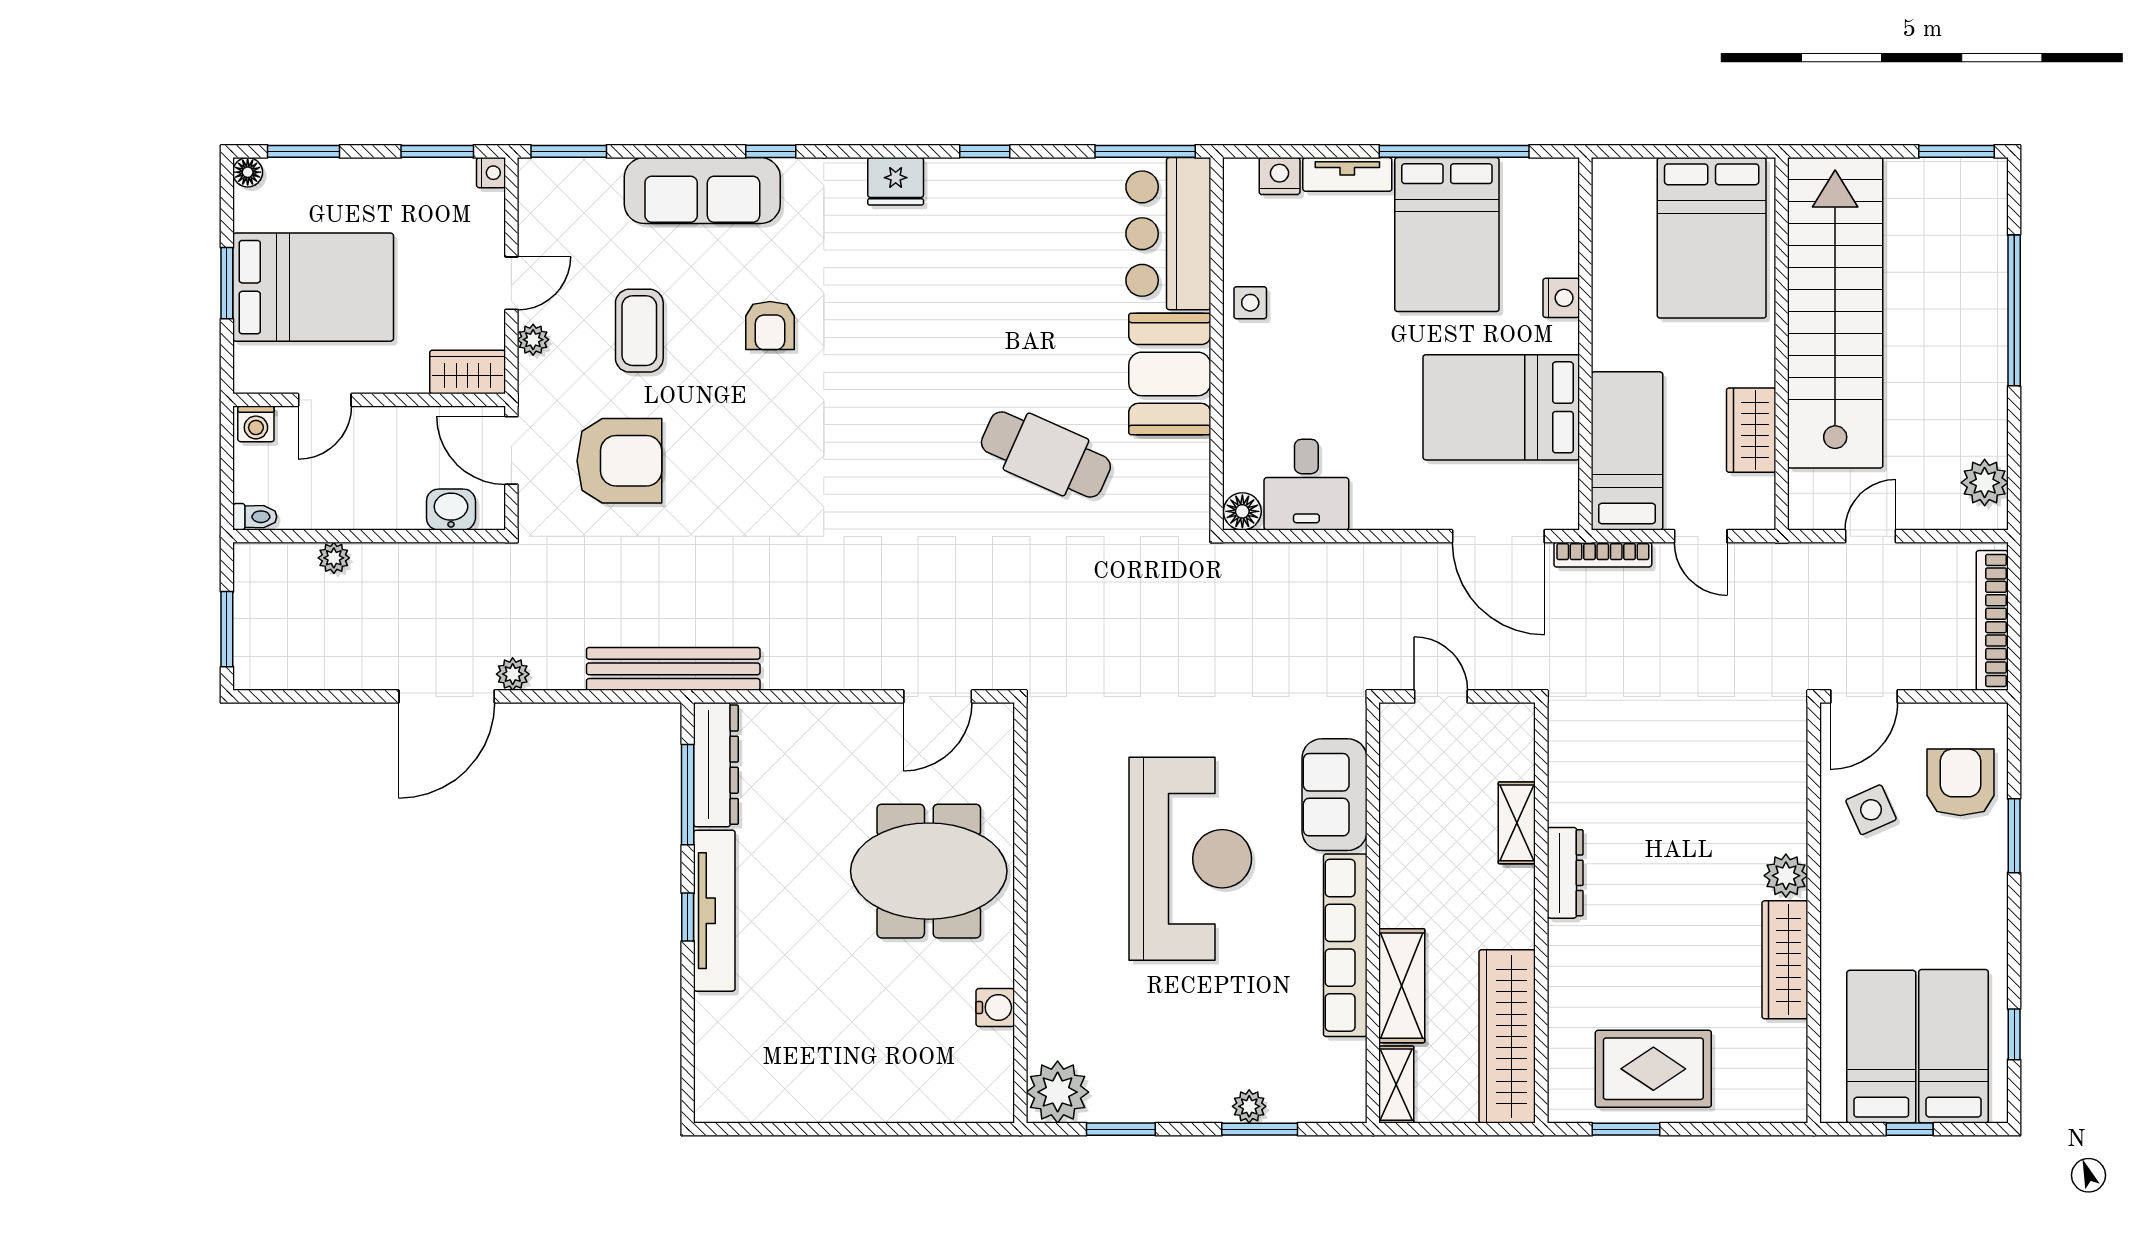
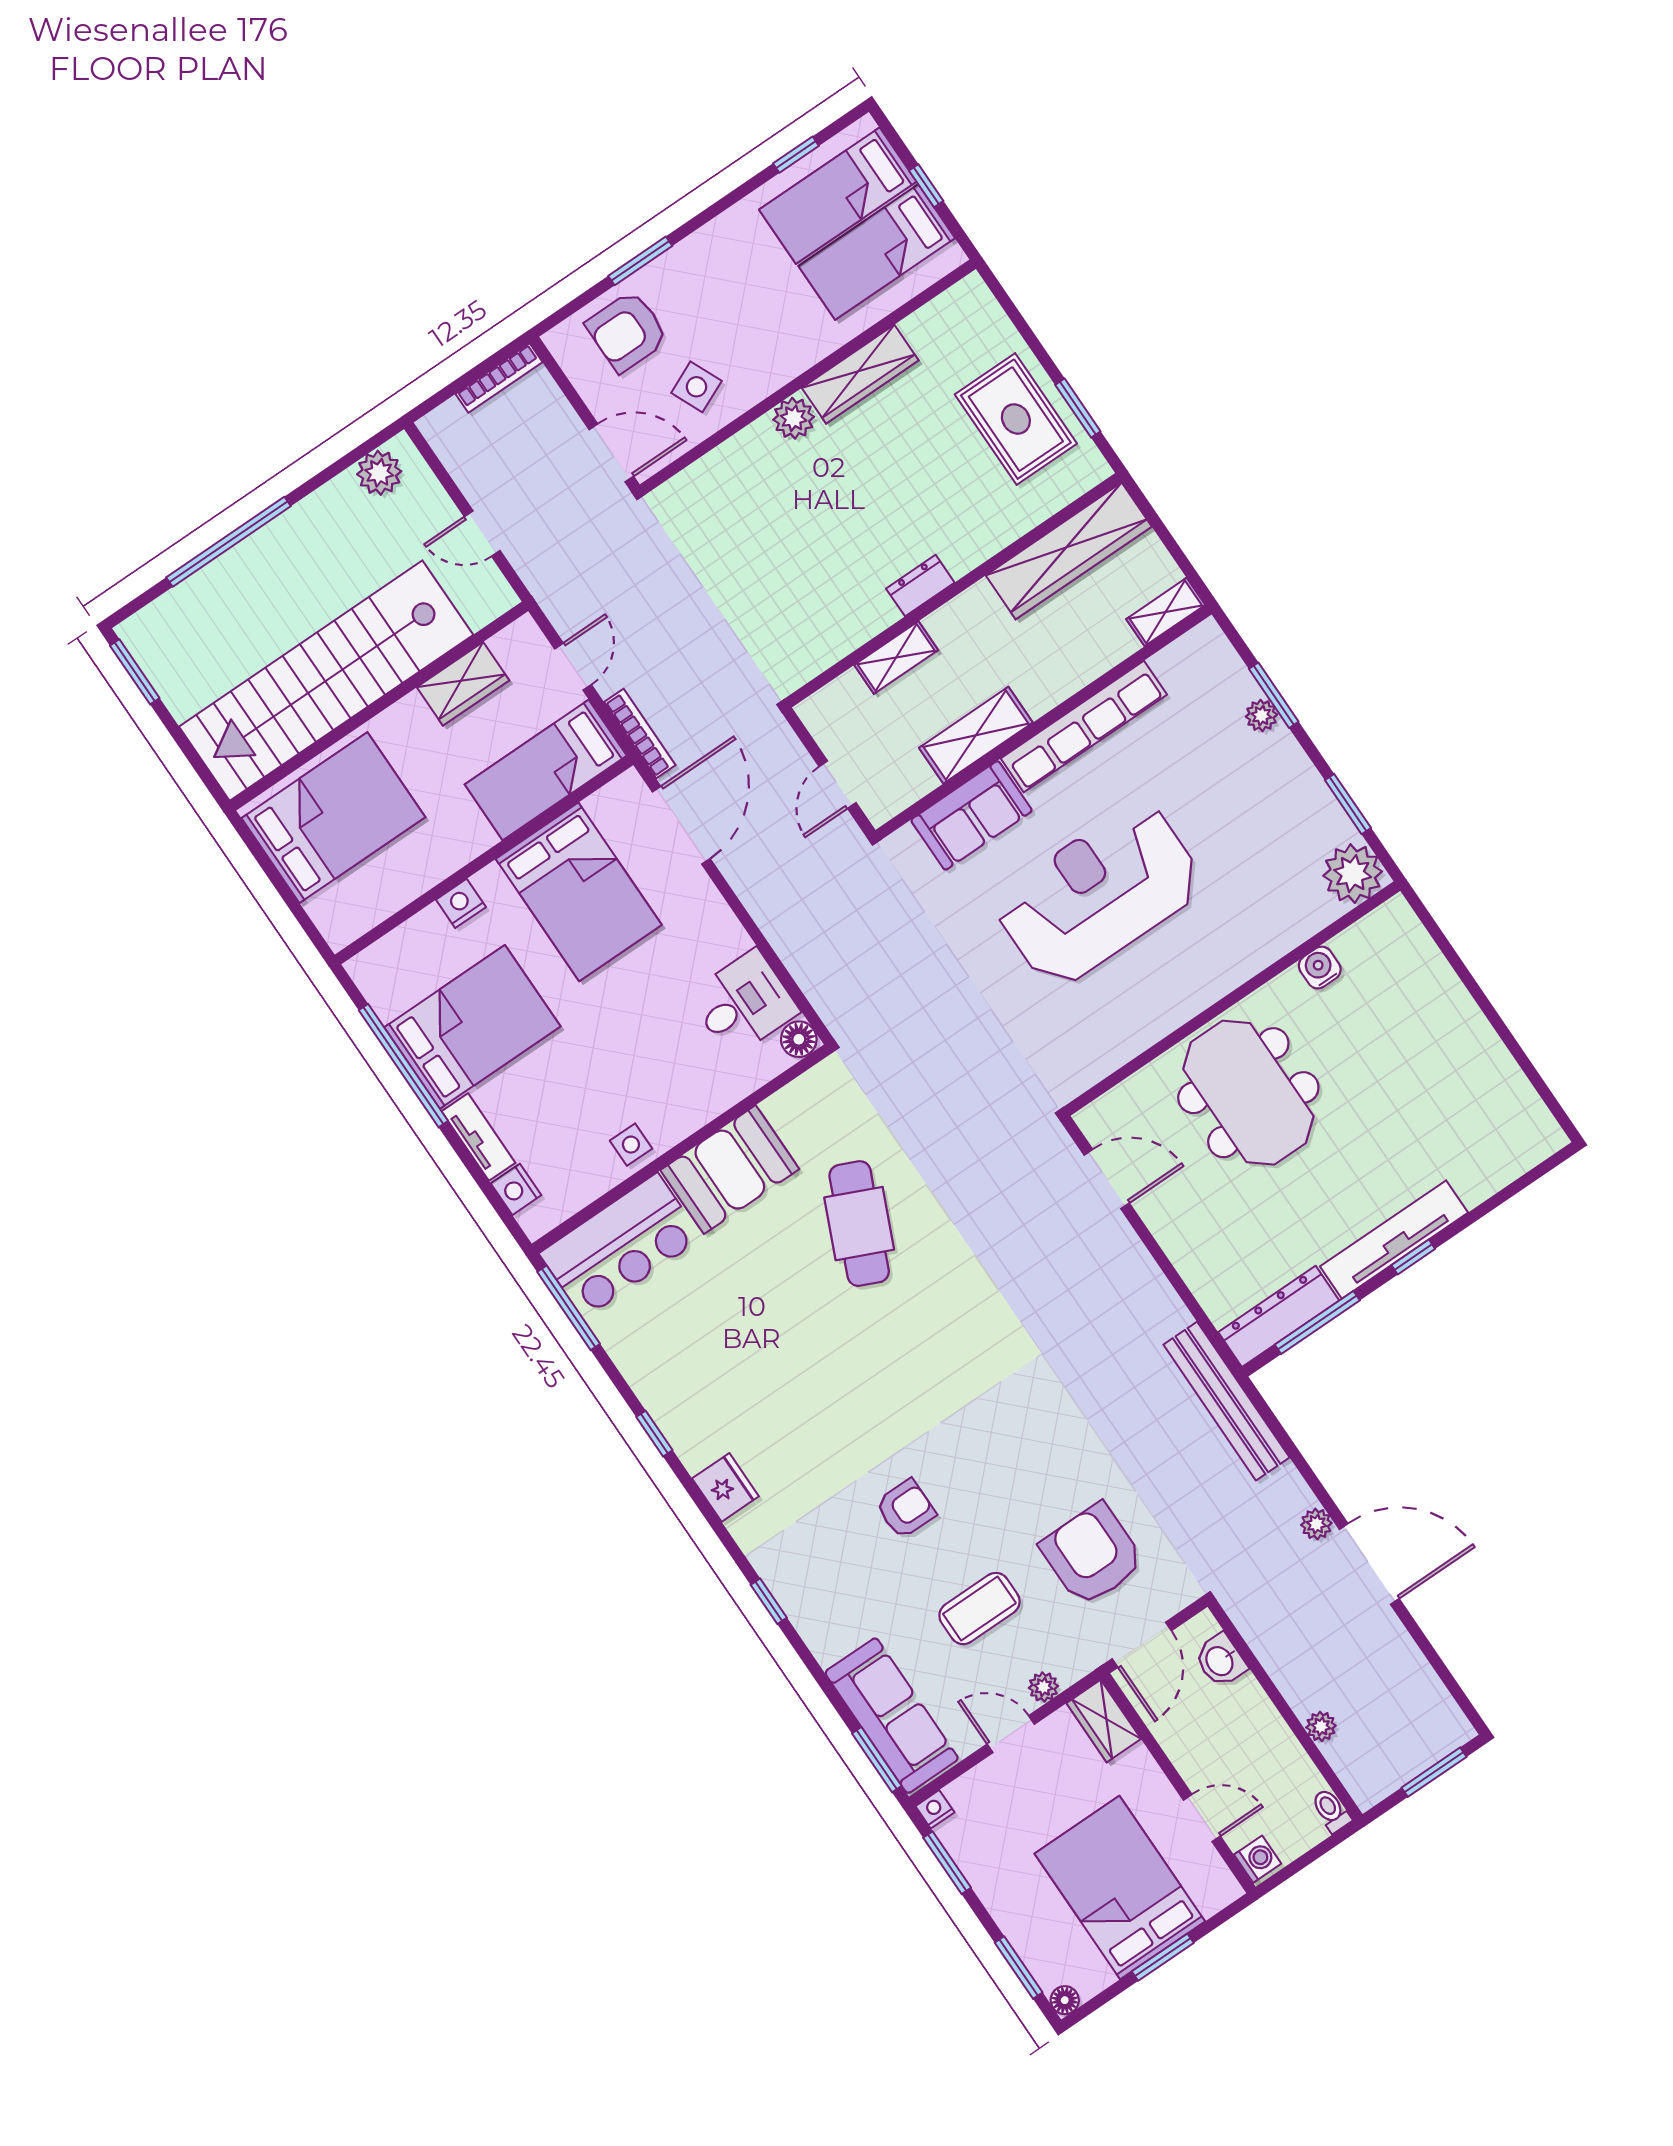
sofa: (702, 191) -> (892, 1716), moved
bookcase: (1992, 620) -> (499, 378), width x0.68, depth x0.76
dresser: (1565, 873) -> (920, 586), width x0.70
shelving: (1402, 986) -> (976, 735), moved

